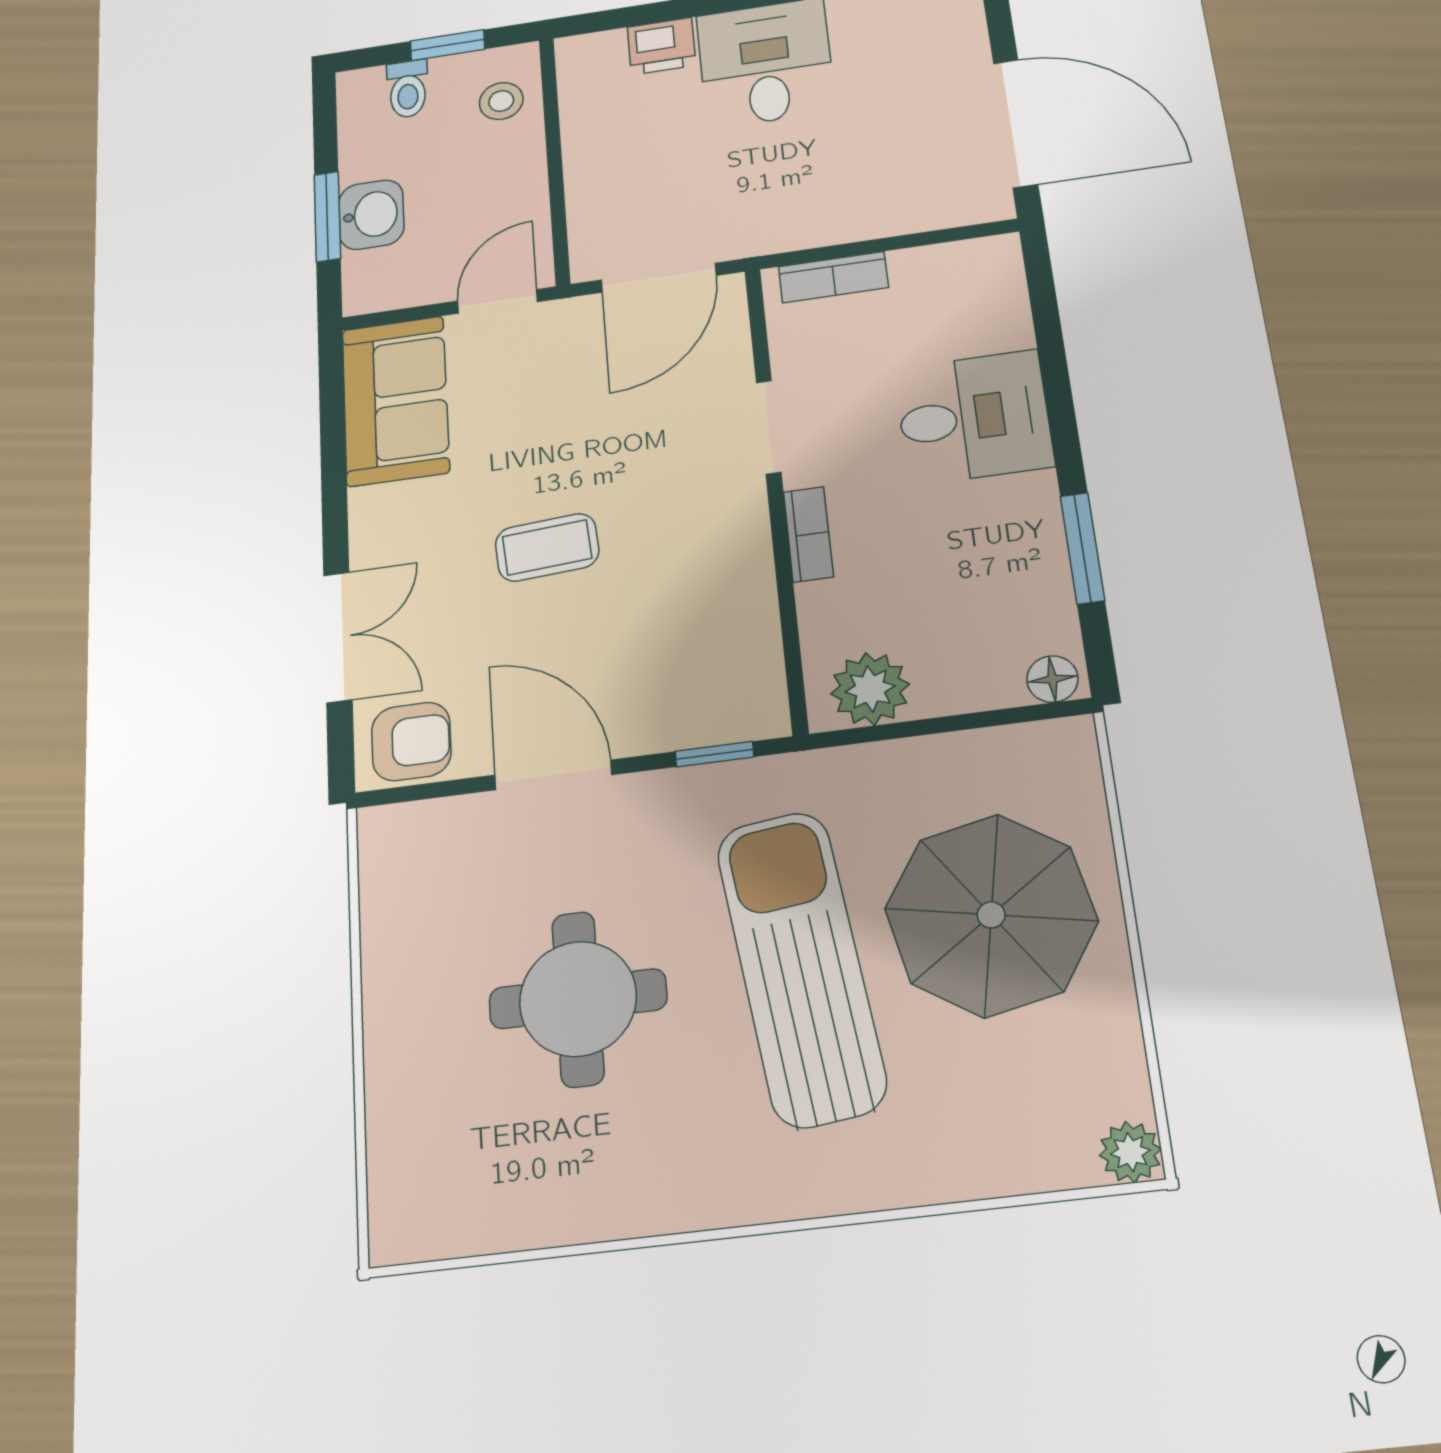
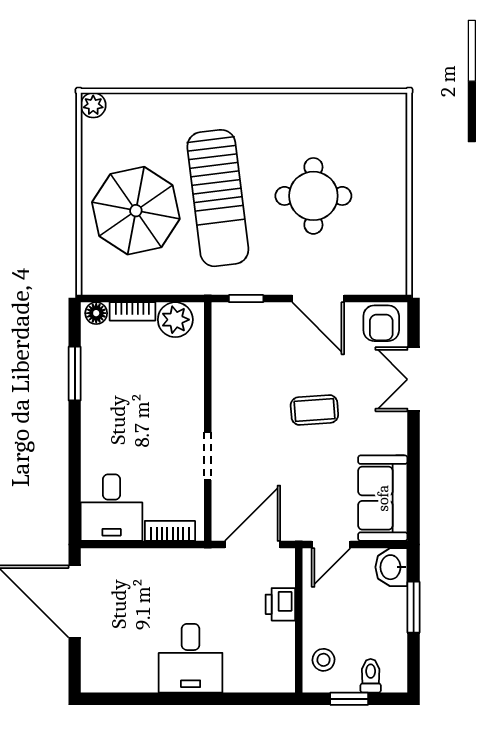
printer: (662, 46) -> (280, 604), moved, turned -90
washbasin: (371, 215) -> (391, 567), moved
desk: (974, 417) -> (112, 508), moved, turned -90
bookcase: (808, 534) -> (132, 311), moved, turned -90
armchair: (411, 741) -> (381, 323), turned -90

